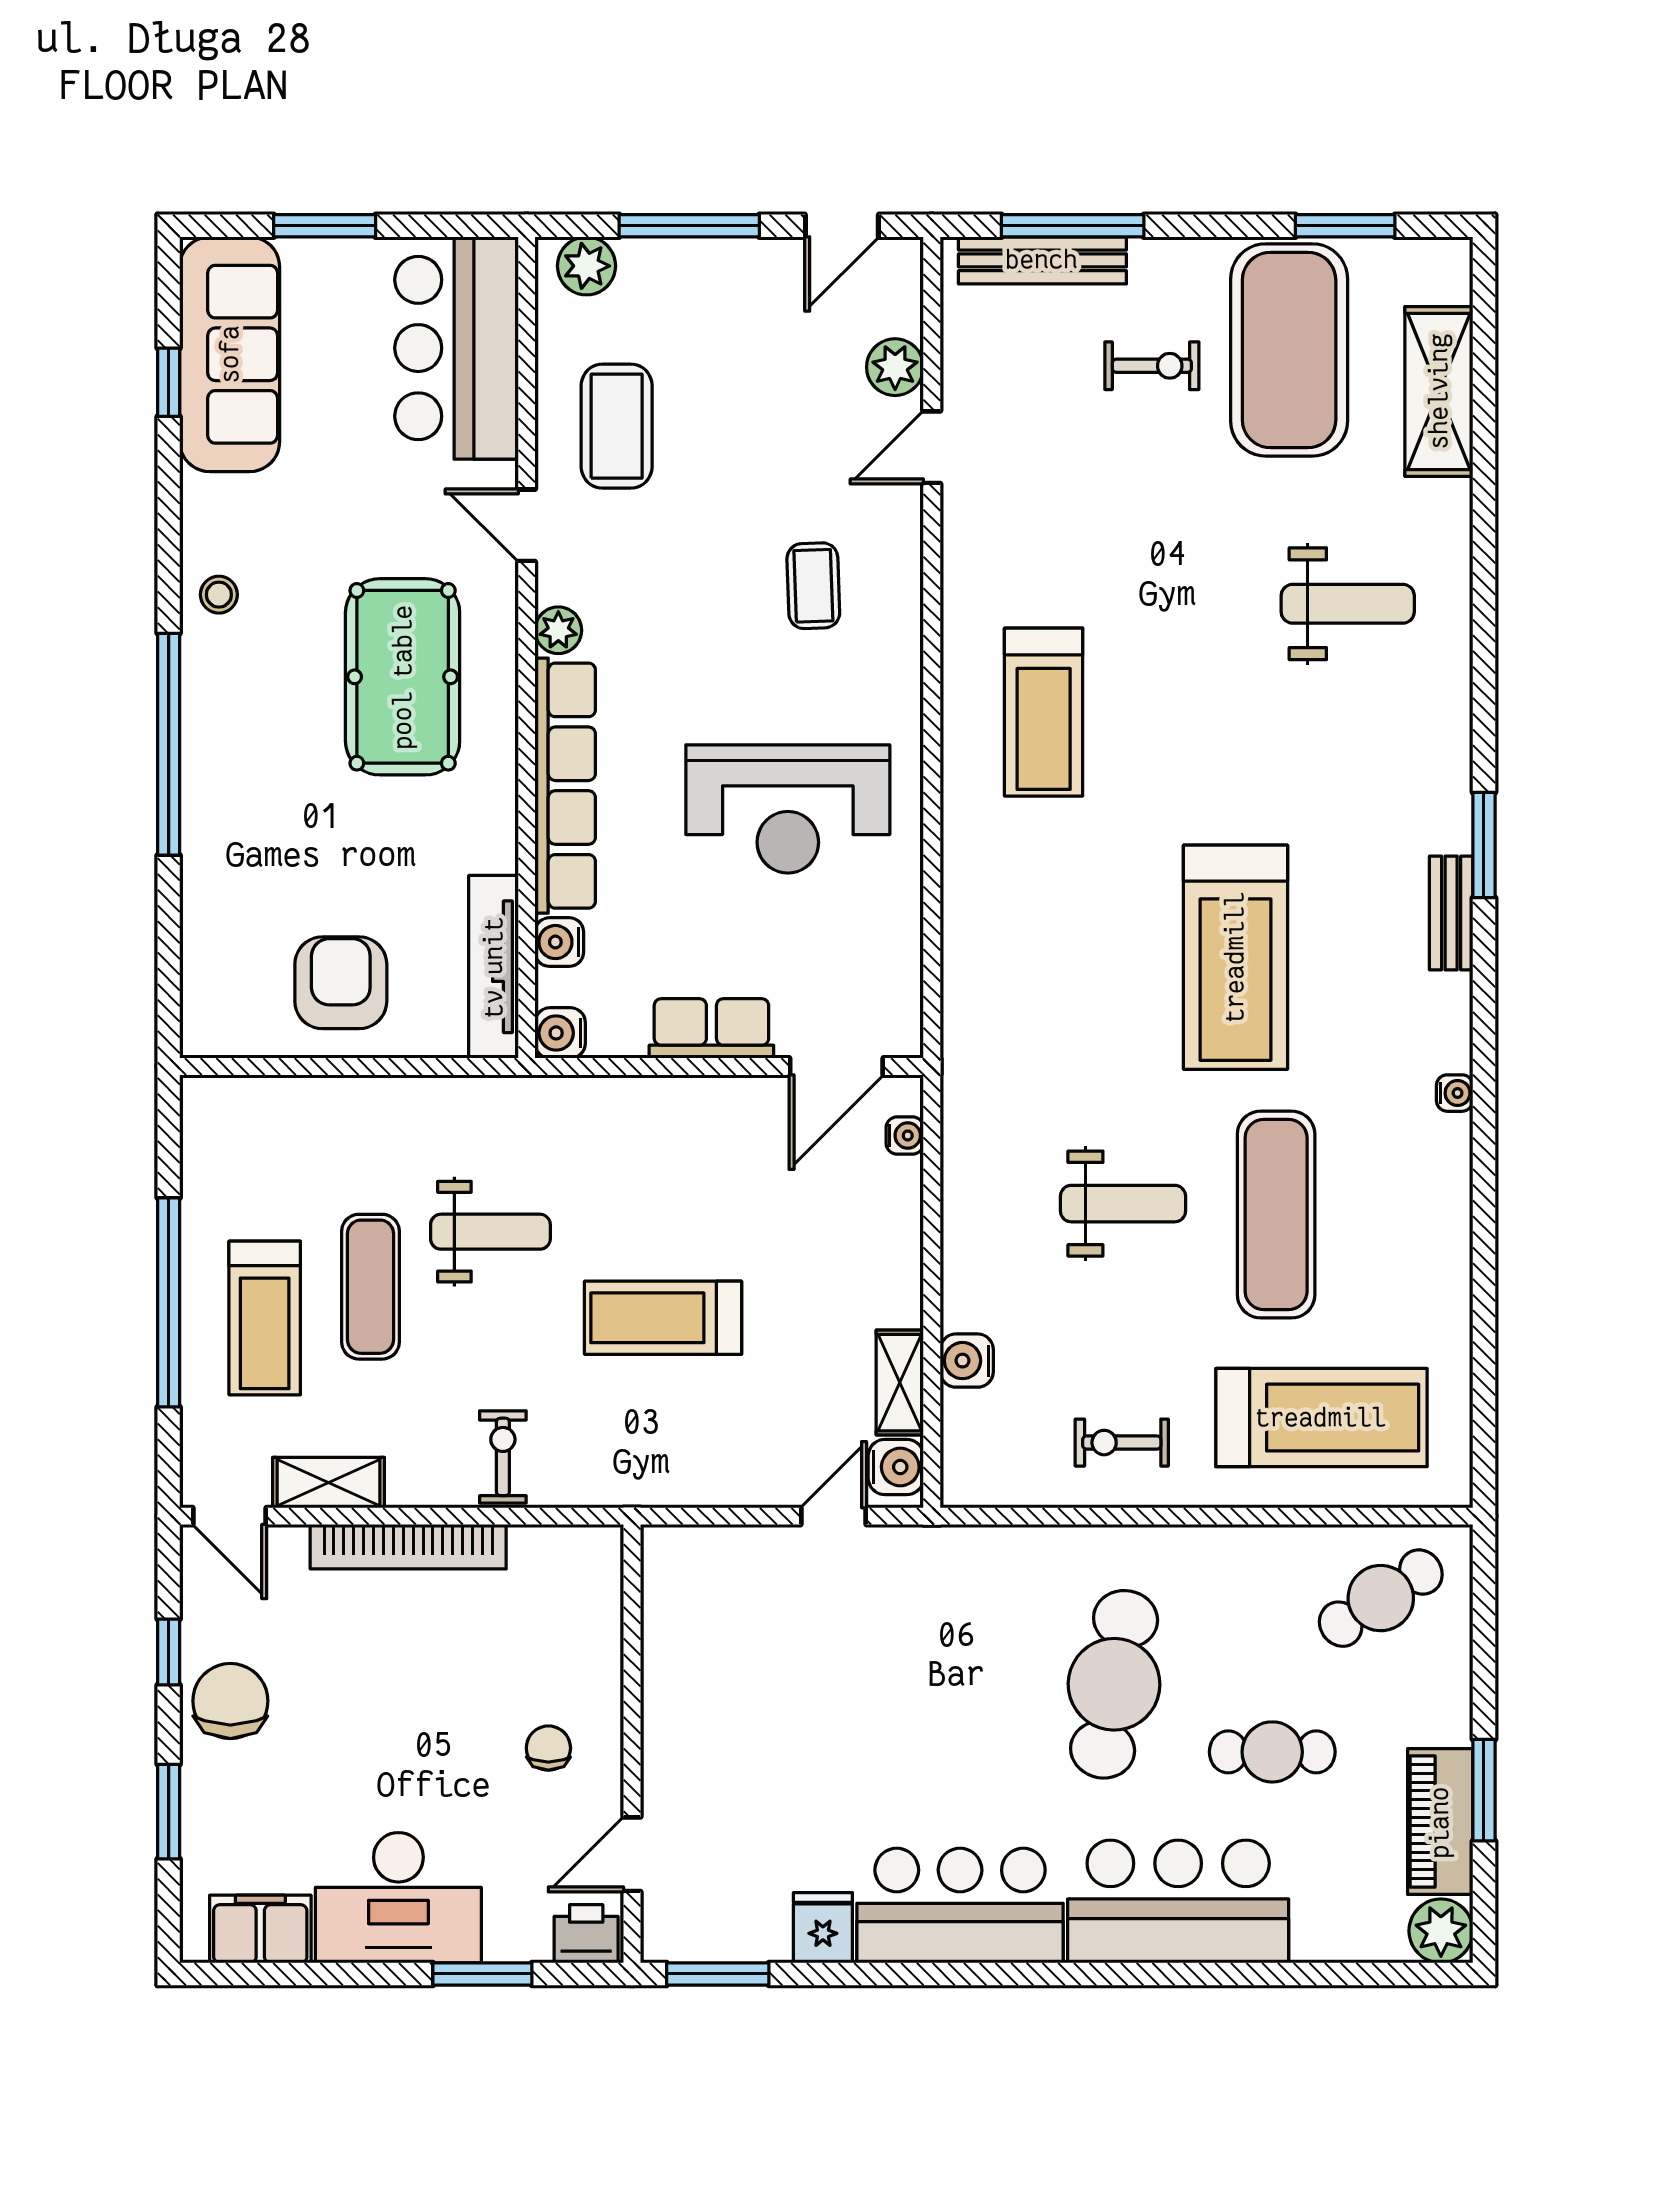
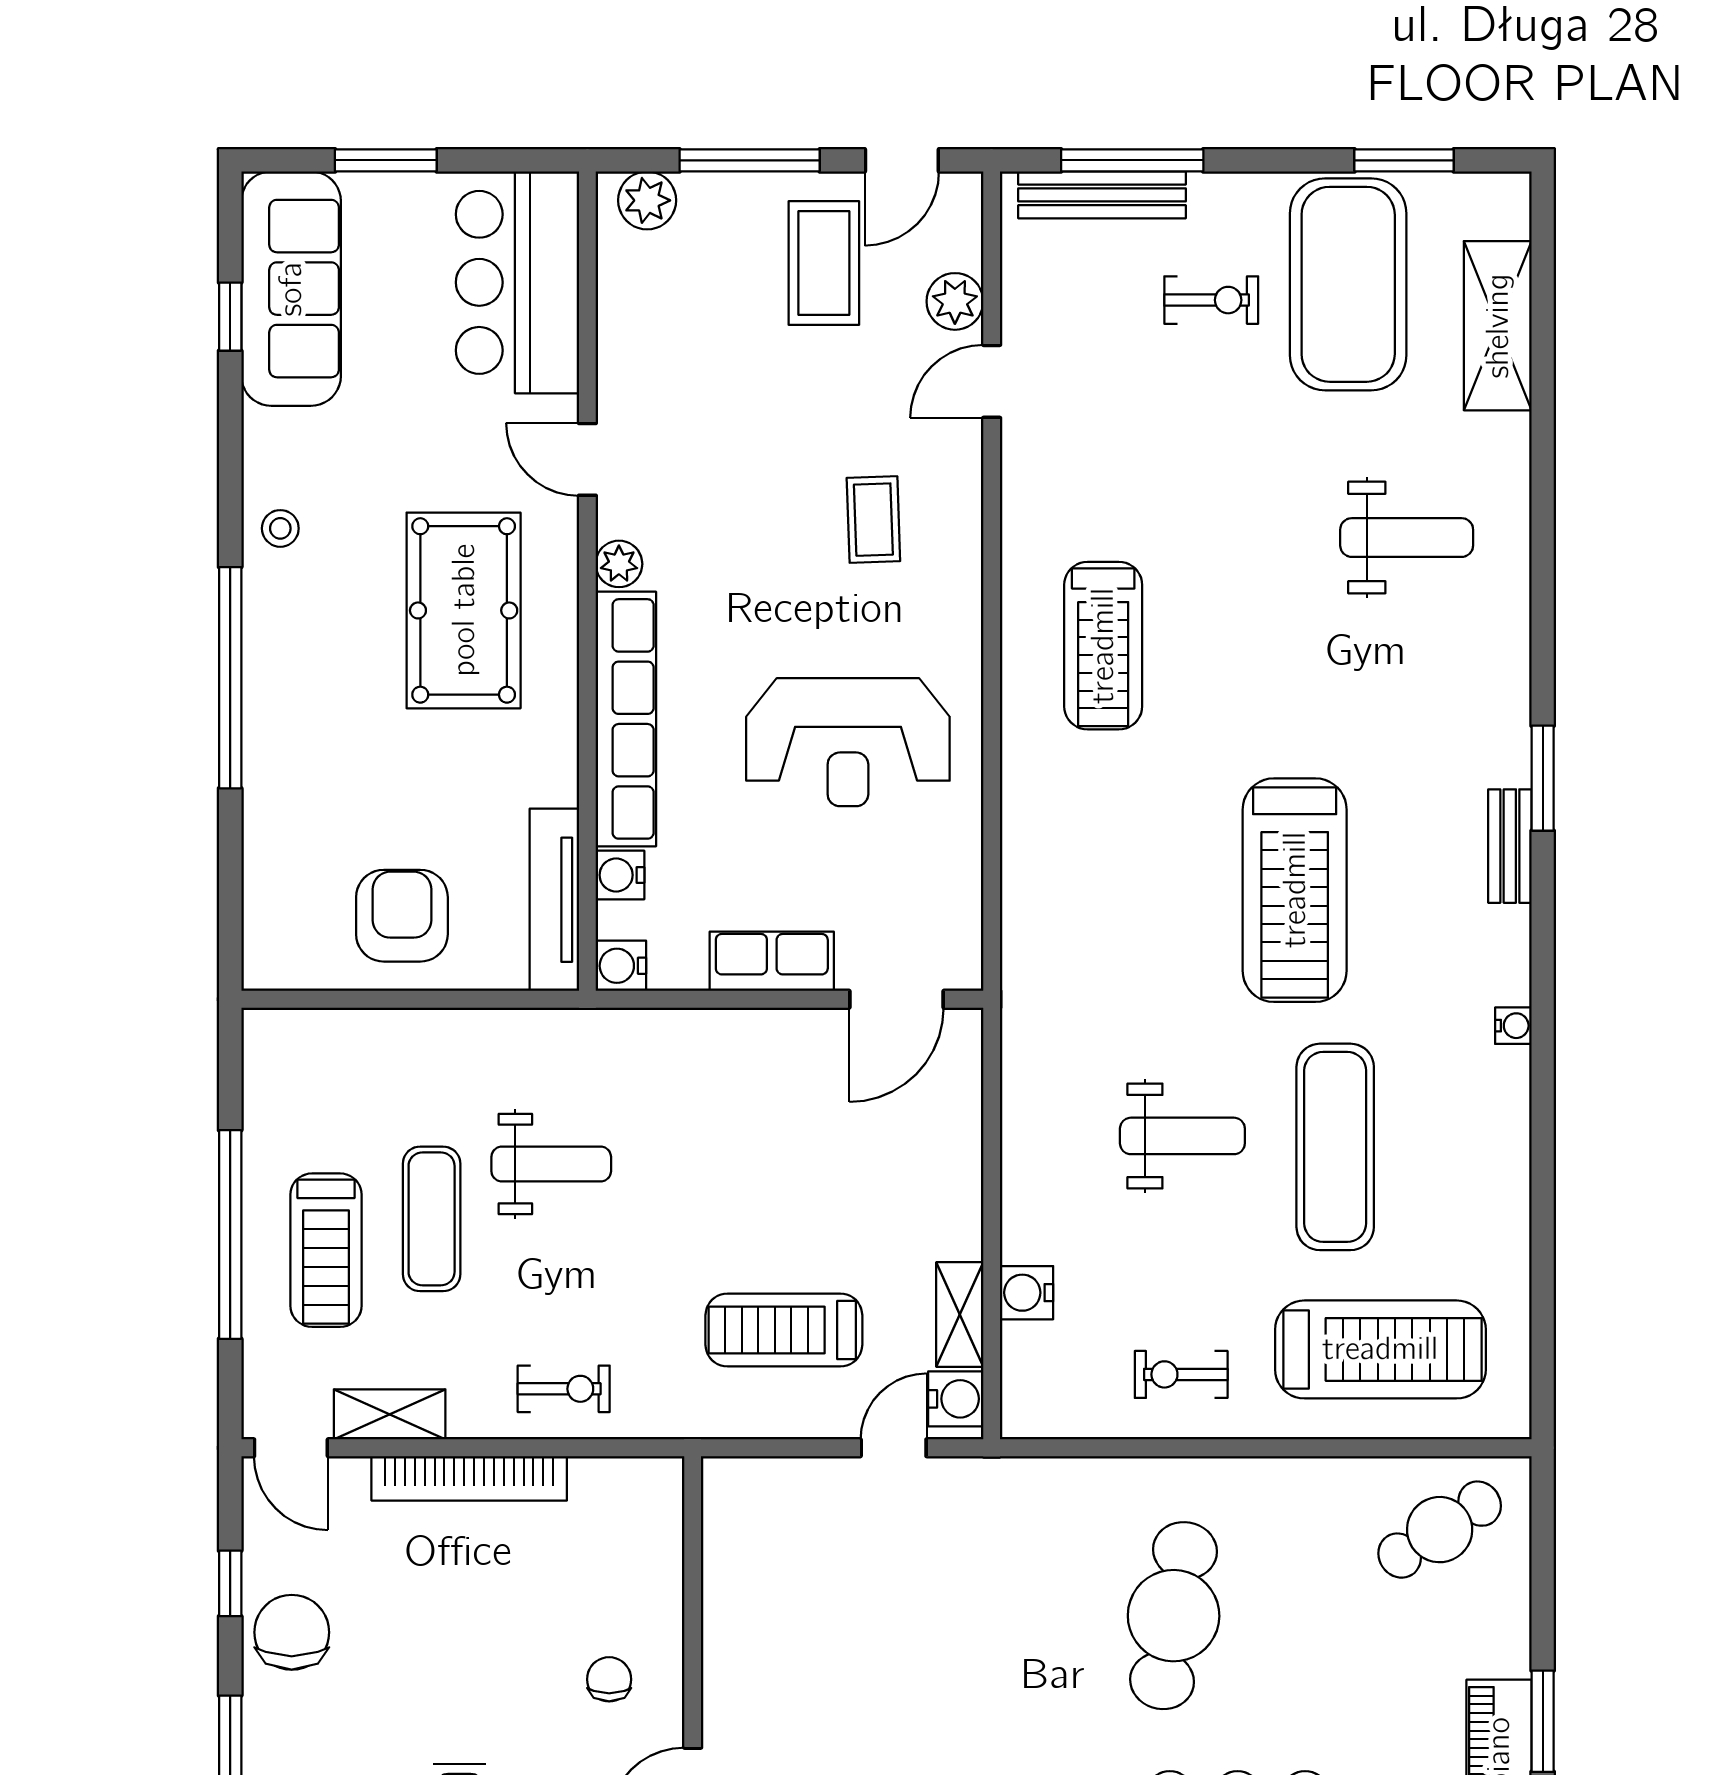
coffee table: (617, 426) -> (824, 263), moved
water cooler: (905, 1135) -> (965, 1068), removed
treadmill: (663, 1318) -> (784, 1330), moved
exercise bike: (503, 1457) -> (564, 1389), turned 90
cafe table: (1272, 1752) -> (1331, 1683), removed

